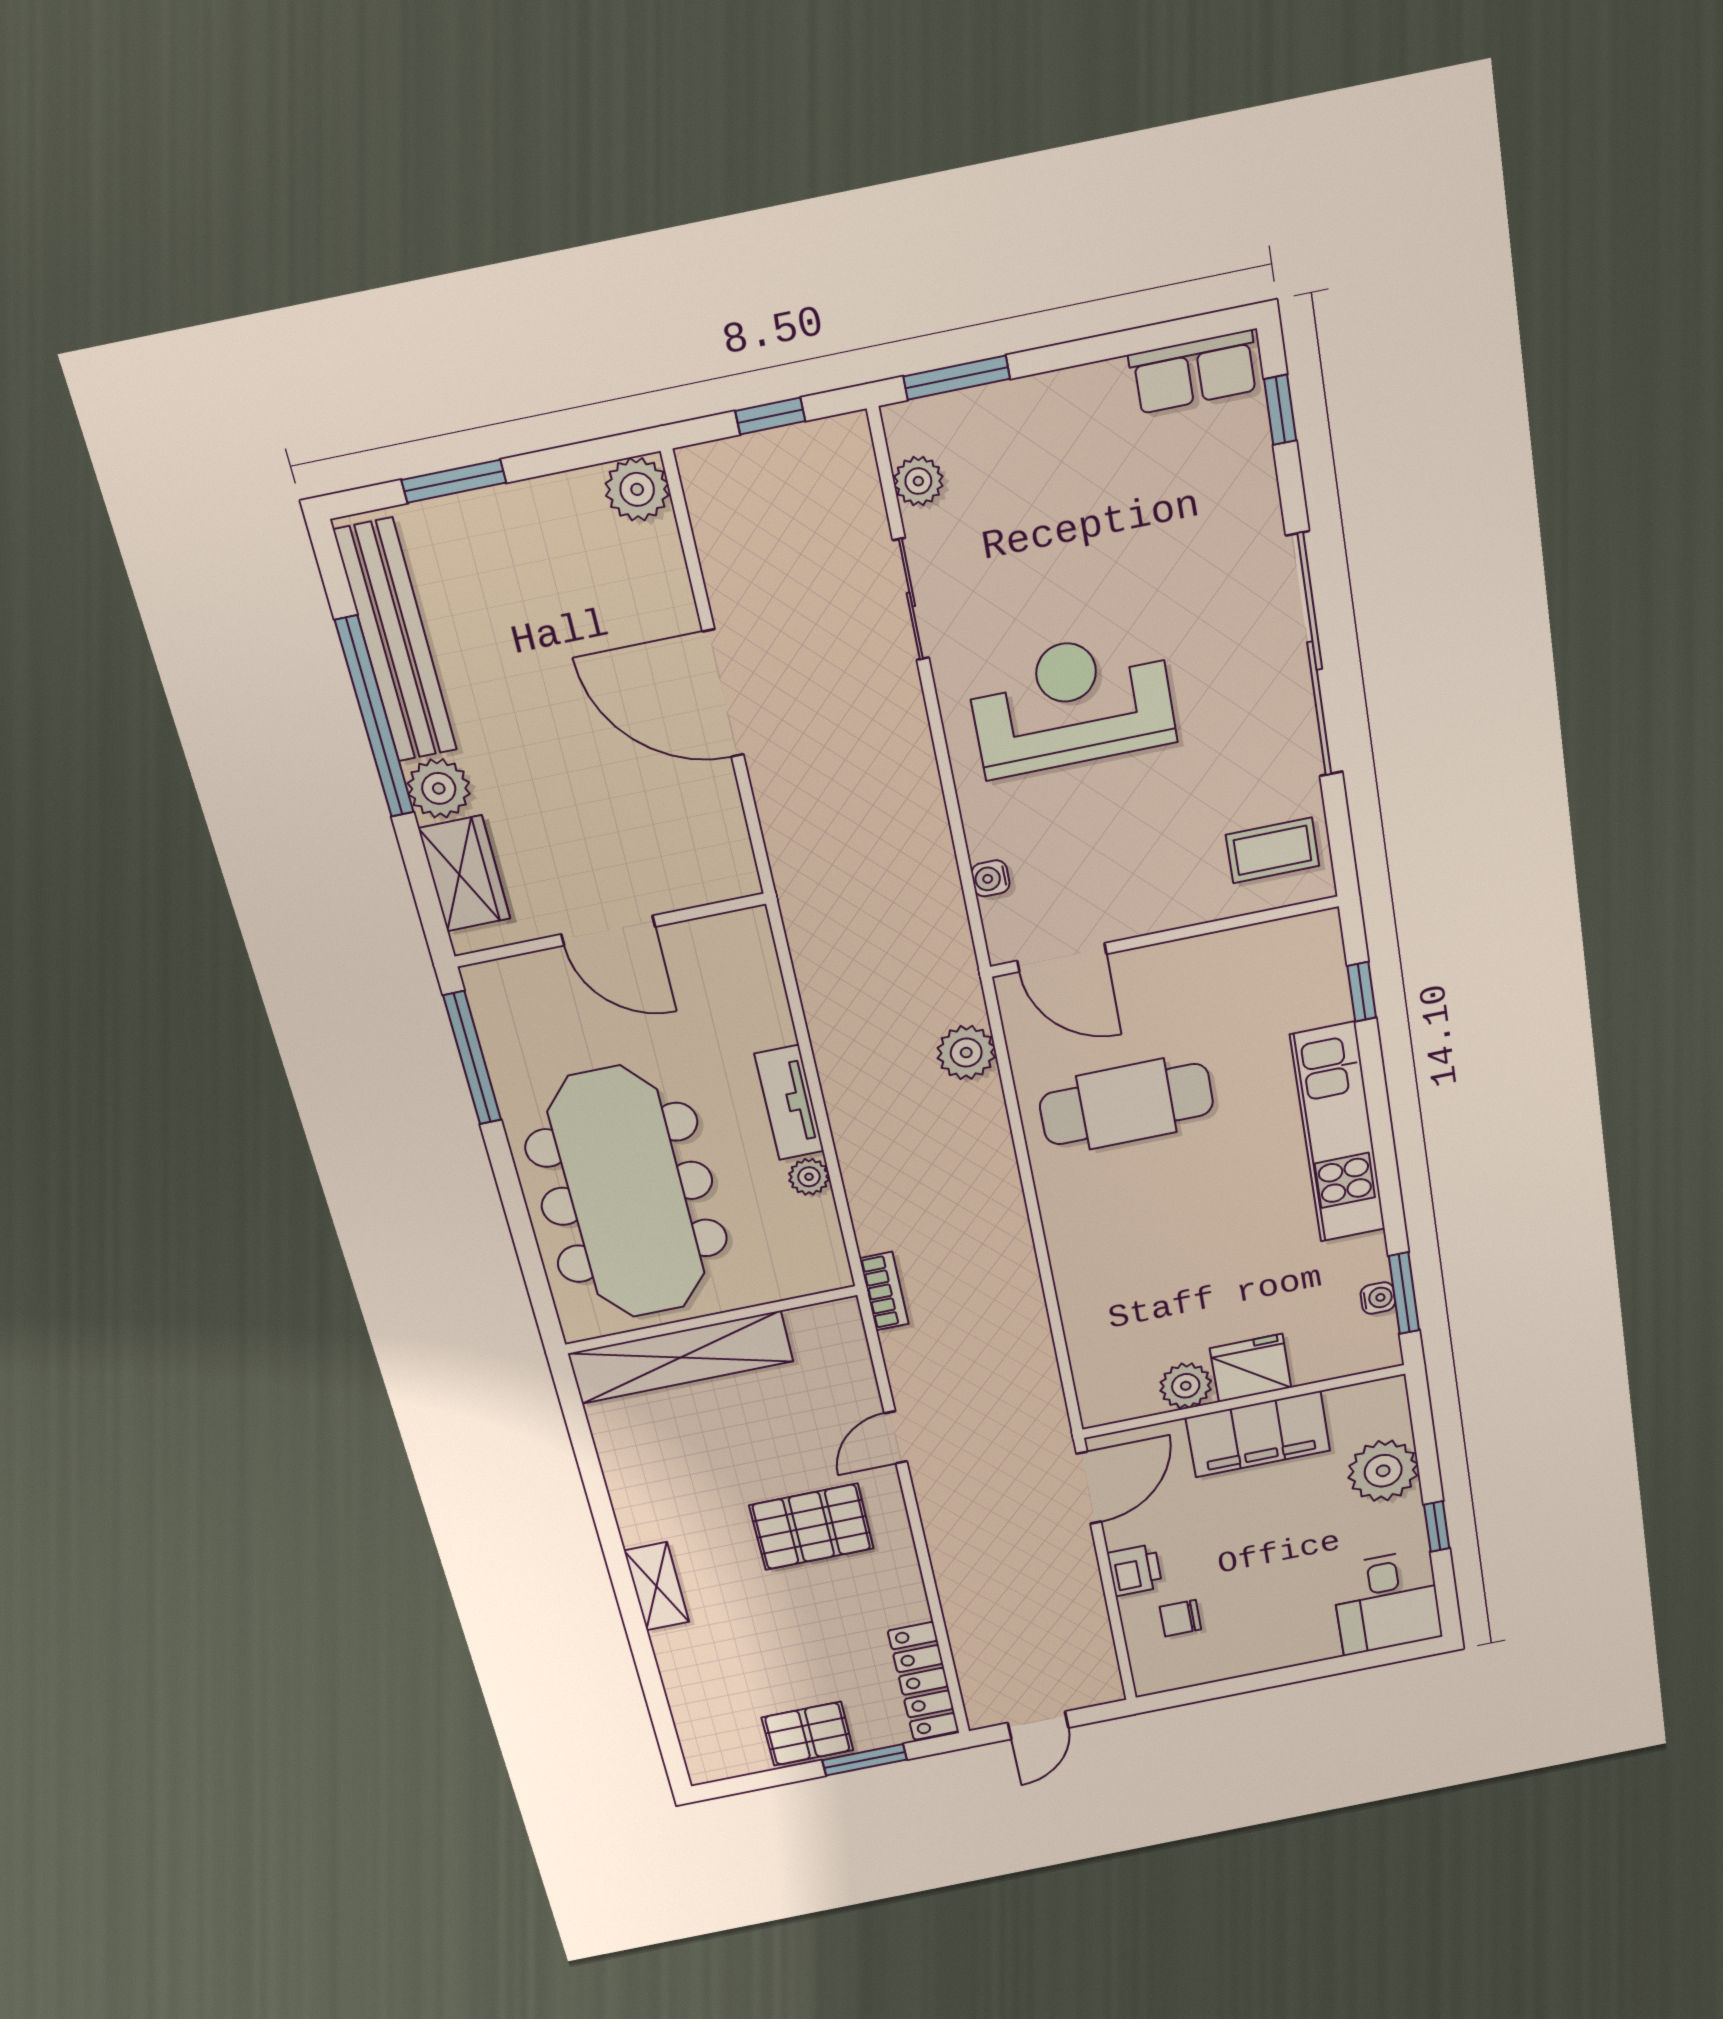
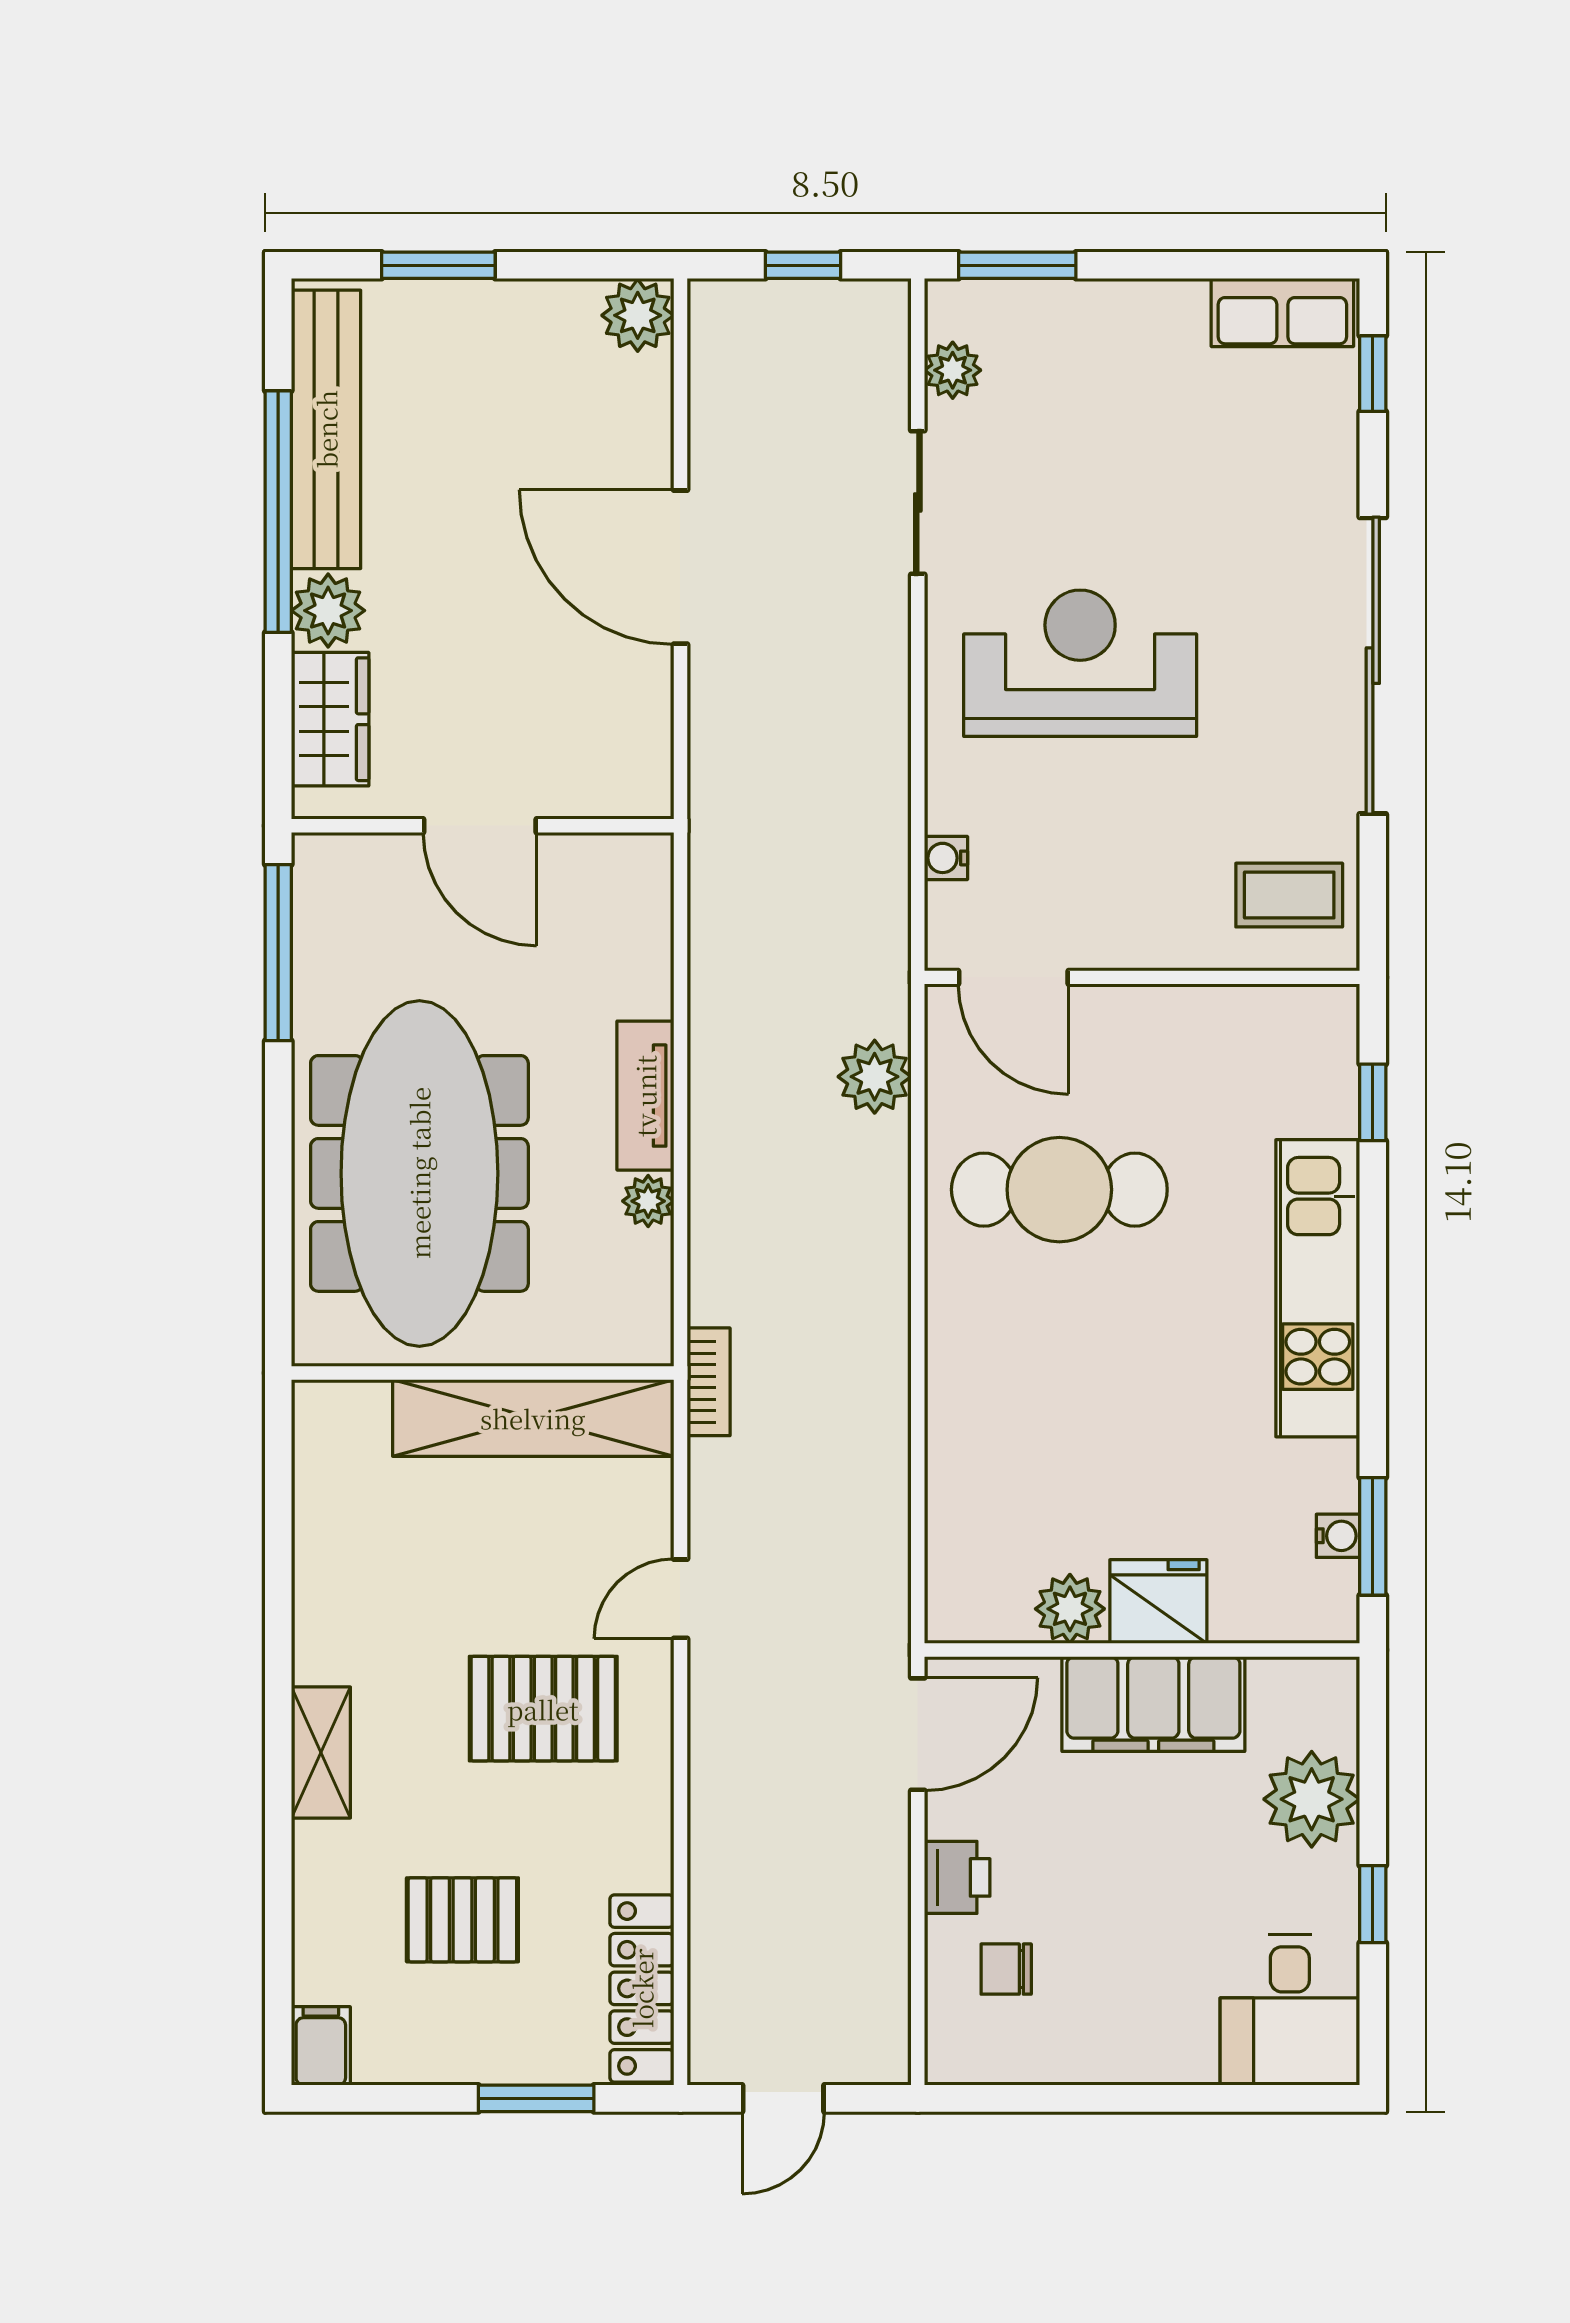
shelving: (681, 1357) -> (533, 1418), moved
pallet: (807, 1734) -> (462, 1920), moved
filing cabinet: (705, 1760) -> (321, 2046), added

